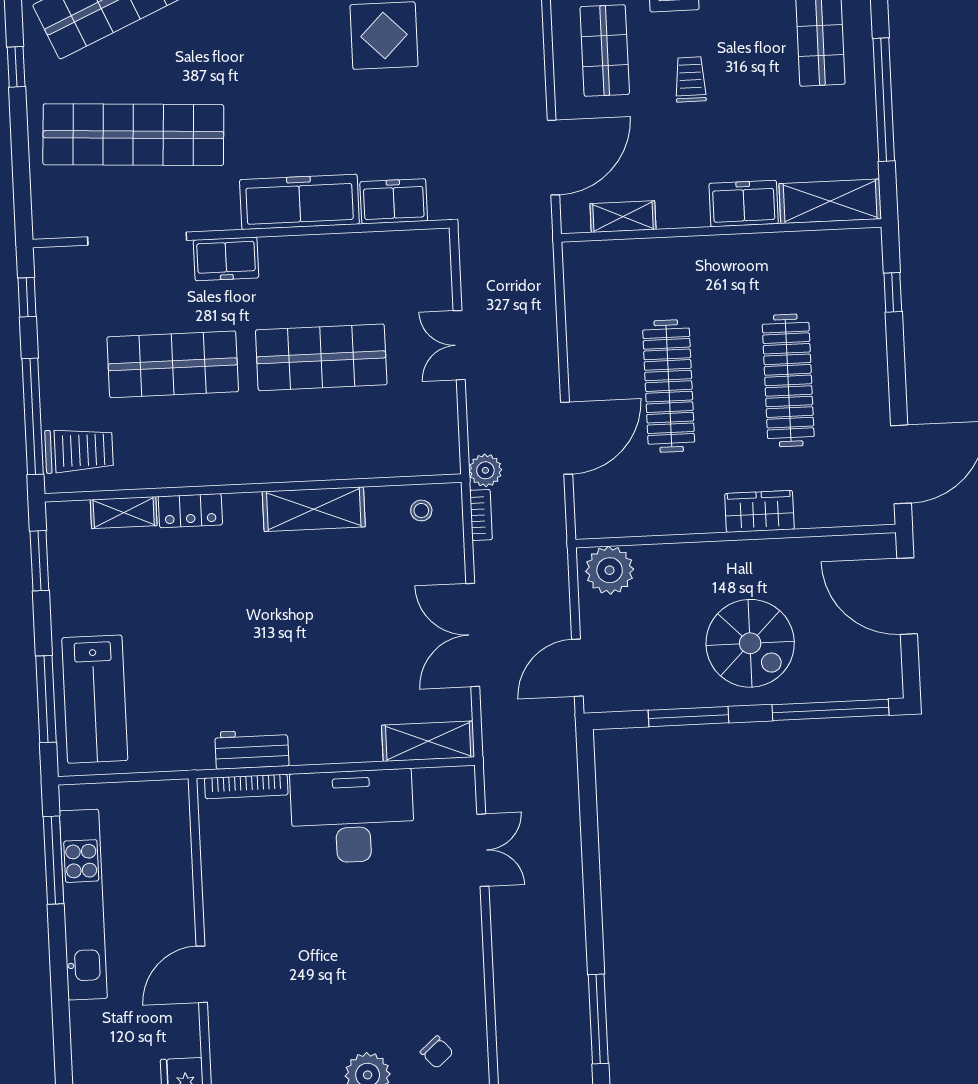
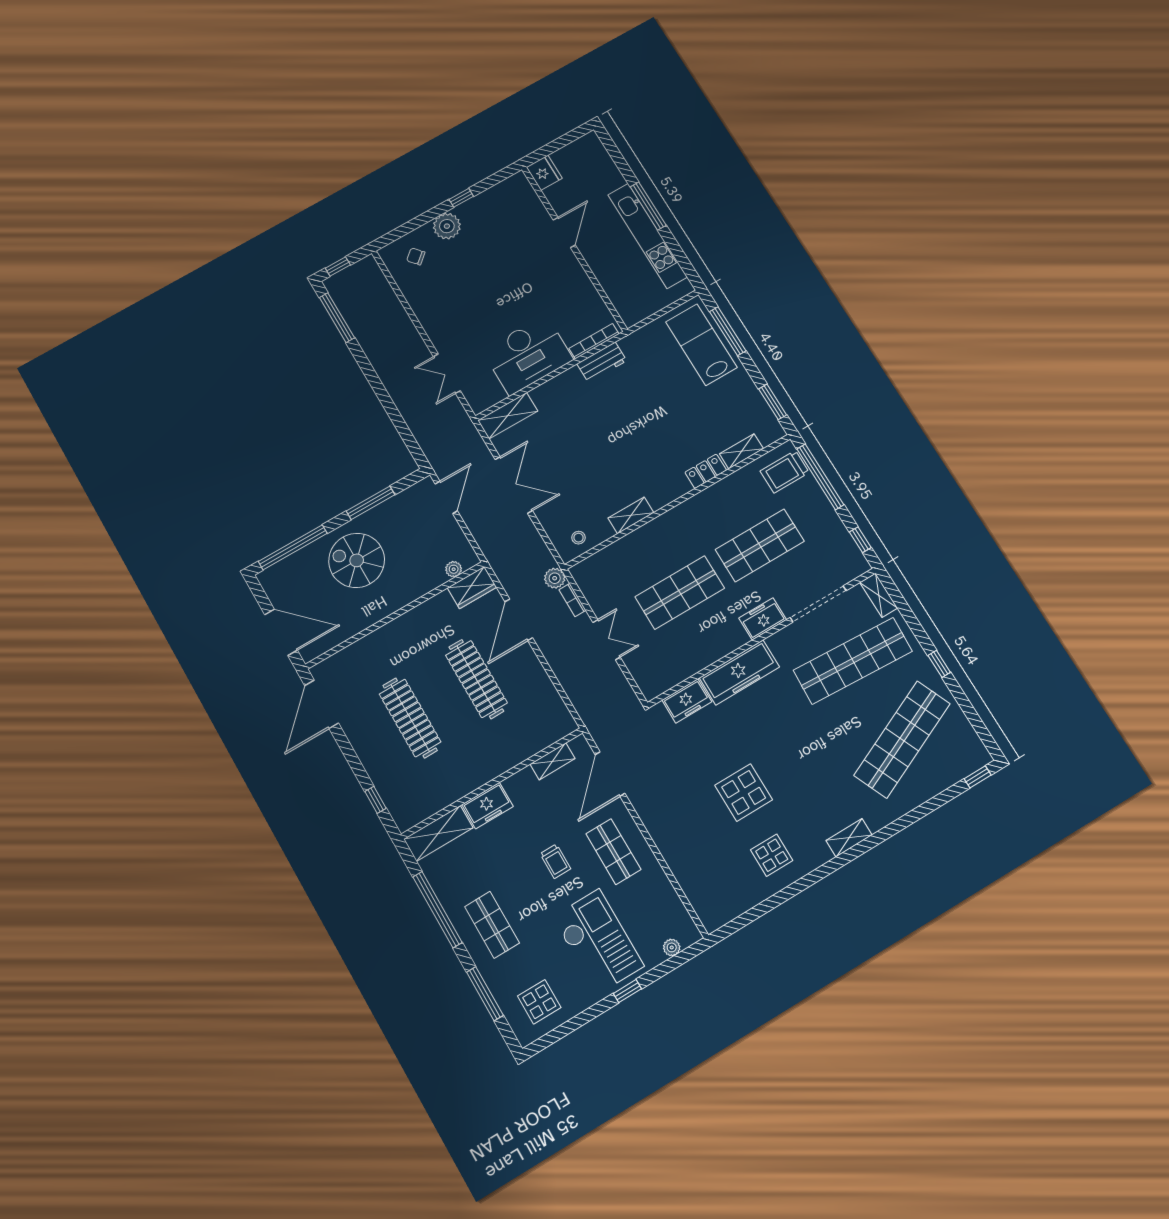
shelving: (46, 206) -> (879, 595), added
shelving: (314, 509) -> (631, 515), width x0.67, depth x0.75
wardrobe: (759, 511) -> (472, 587), moved
bookcase: (481, 515) -> (572, 600), moved
plant: (610, 570) -> (454, 569), width x0.53, depth x0.53
window: (54, 860) -> (648, 206), moved

